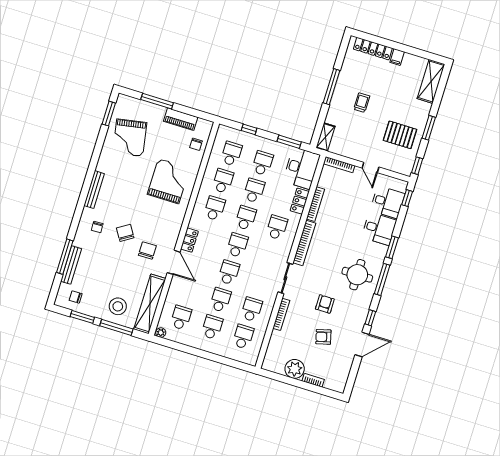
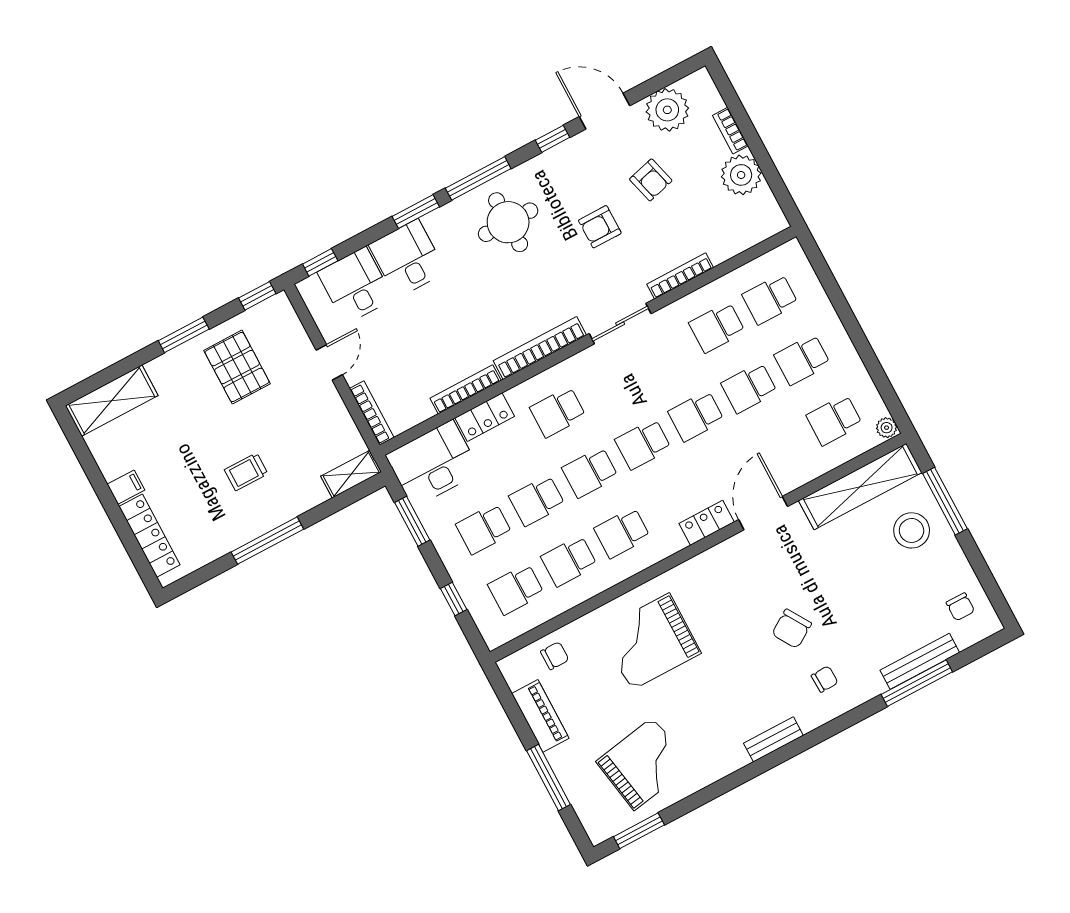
bench: (94, 190) -> (773, 739), width x0.73
chair: (147, 251) -> (785, 570), removed
window: (82, 317) -> (980, 567), removed
plant: (341, 366) -> (667, 110), added

